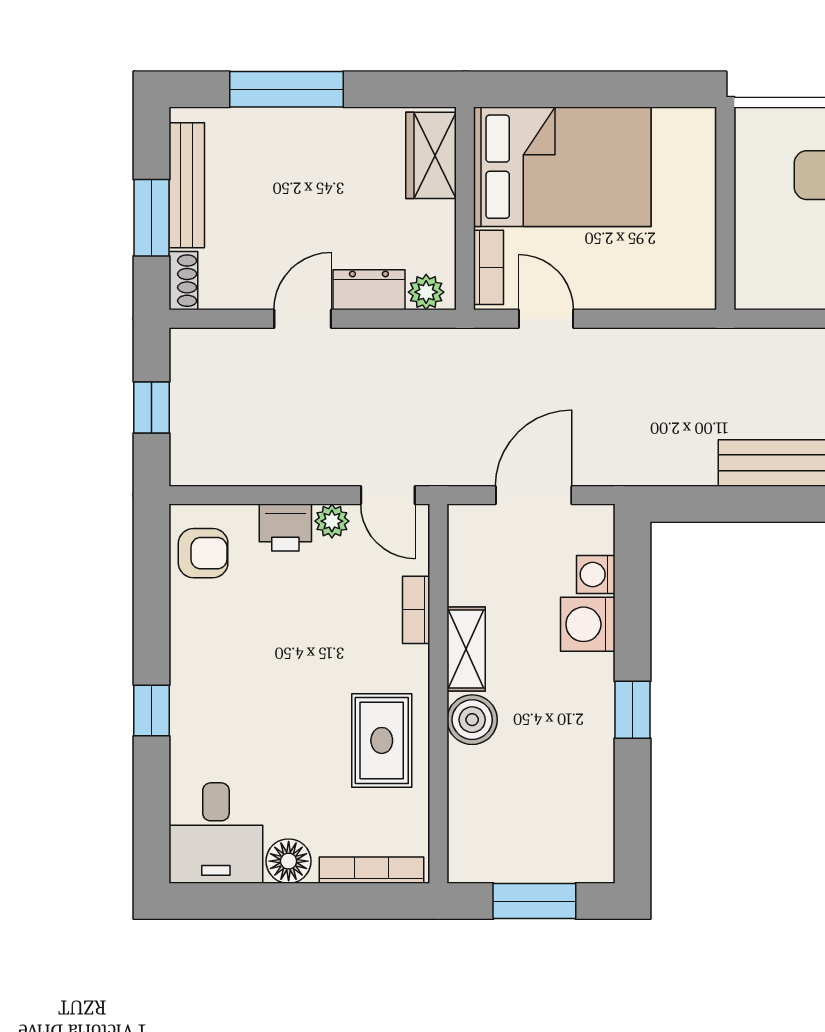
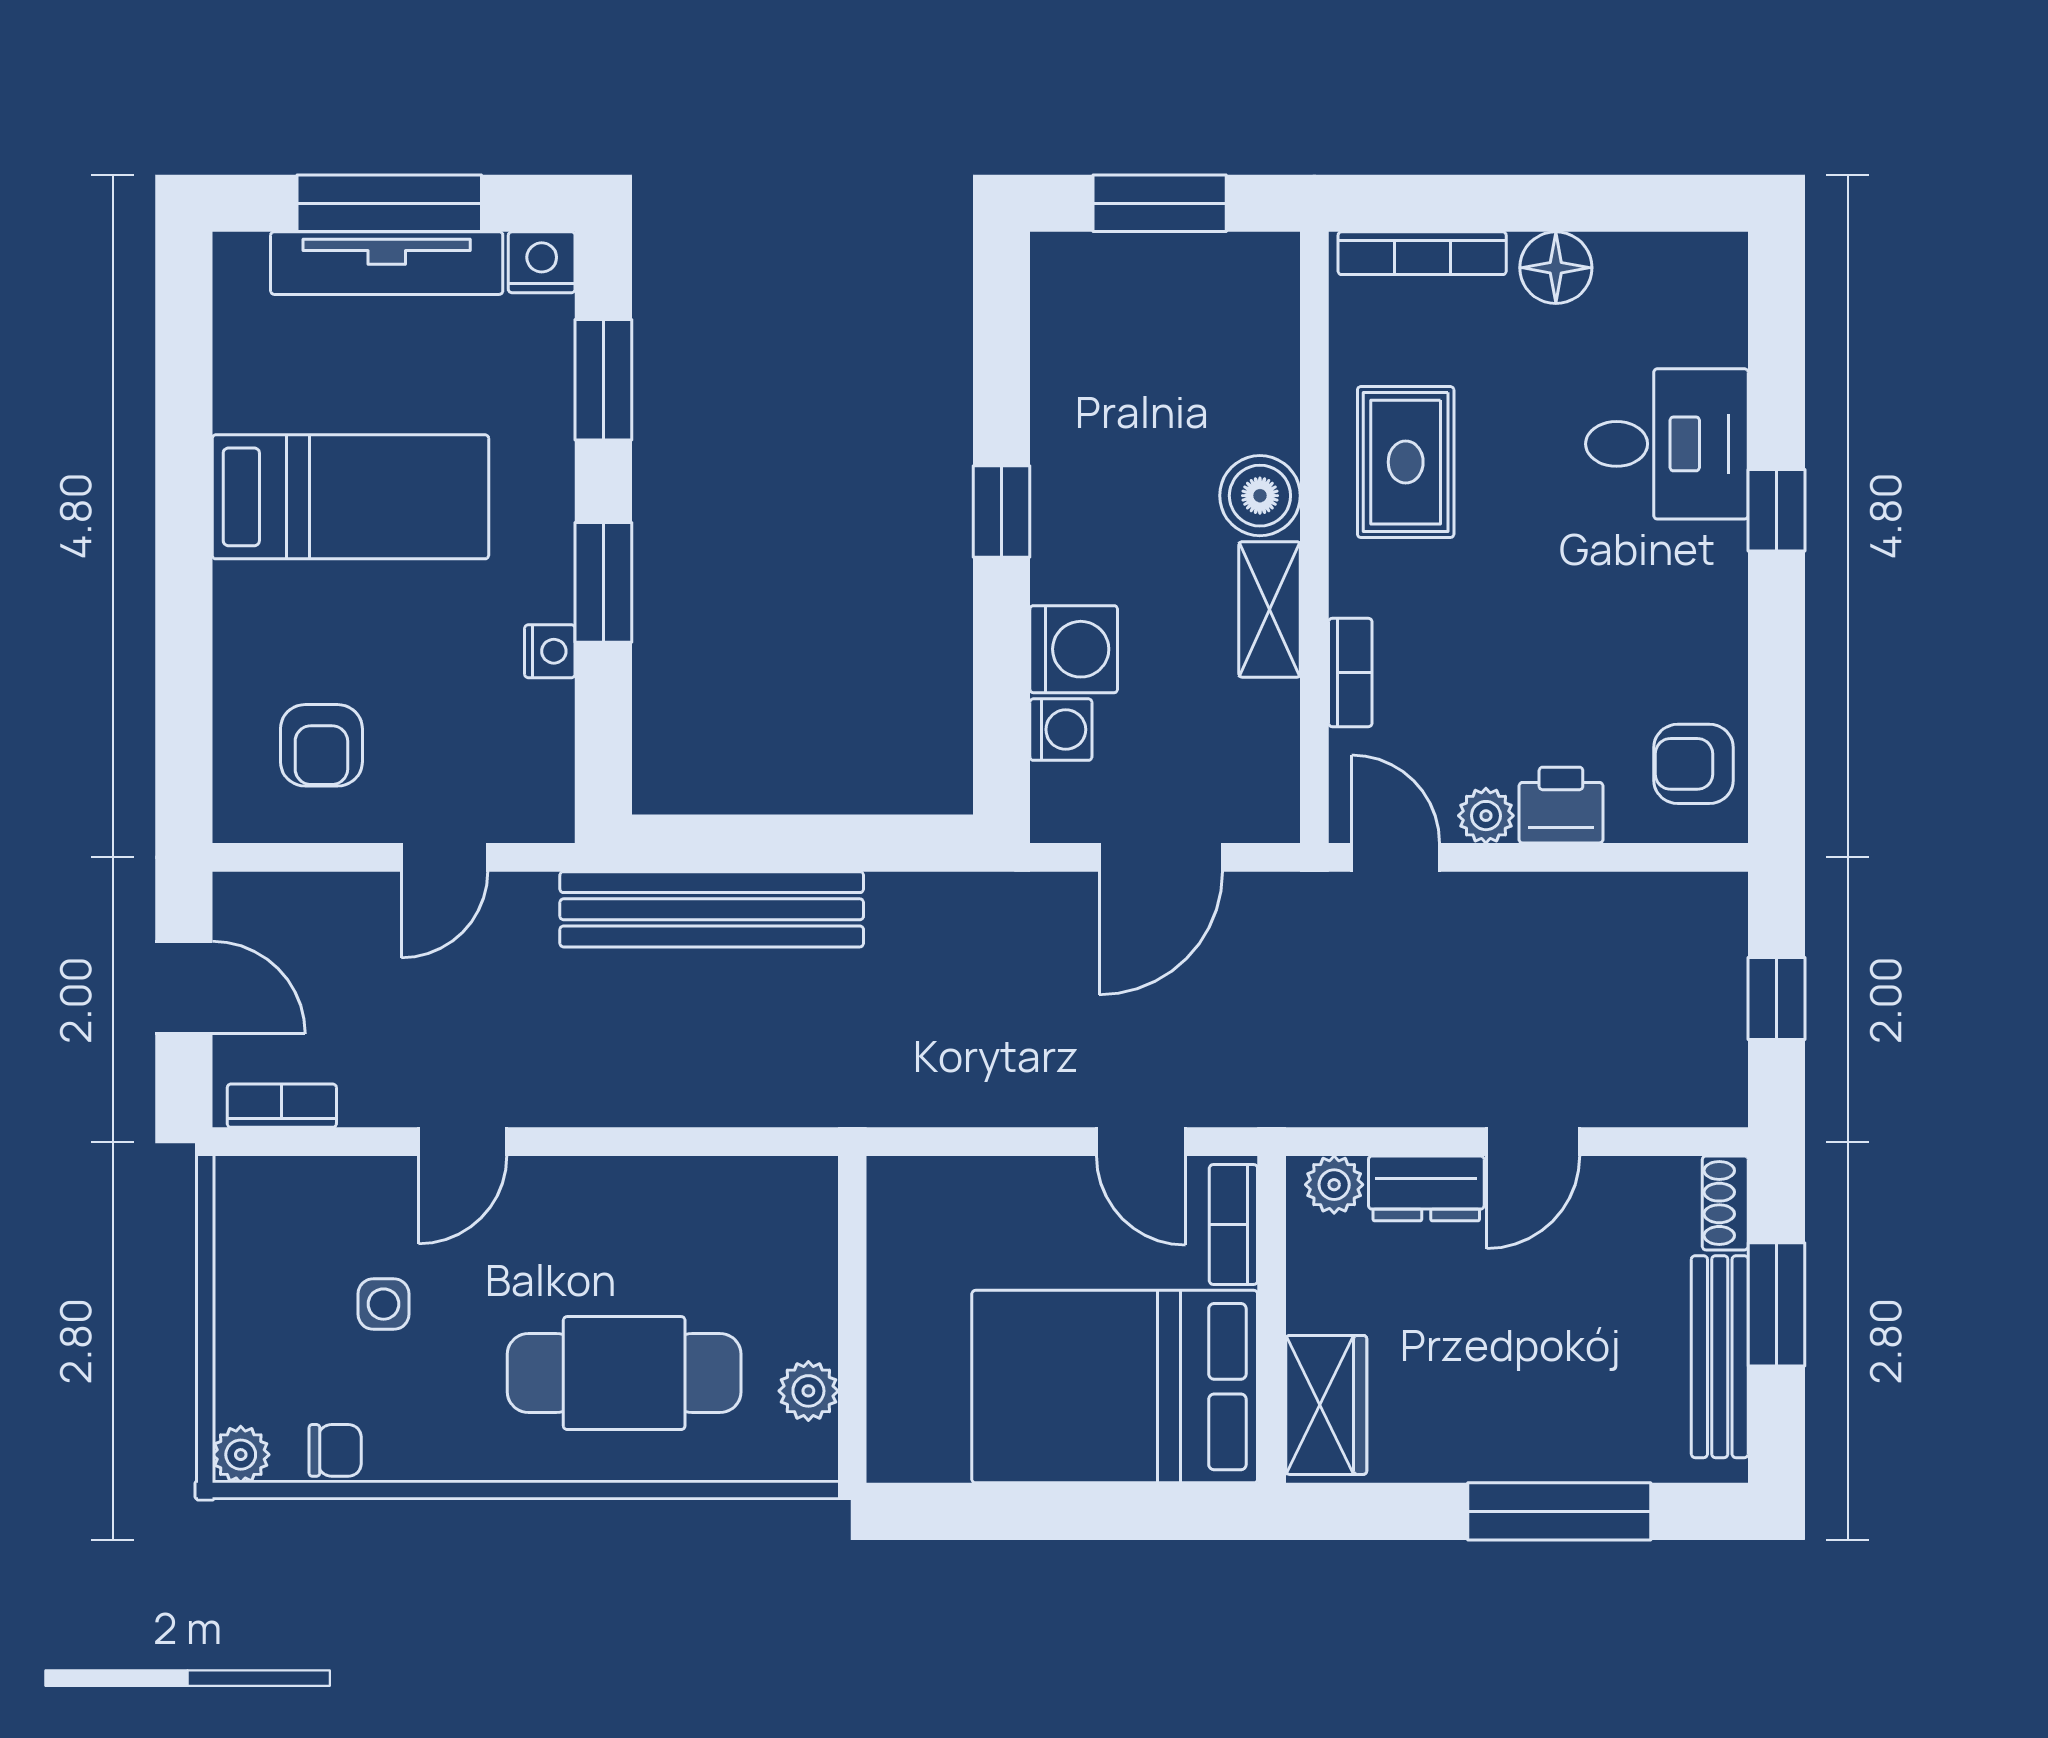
plant: (752, 164) -> (808, 1391), added
desk: (216, 833) -> (1667, 444), moved, turned 90

